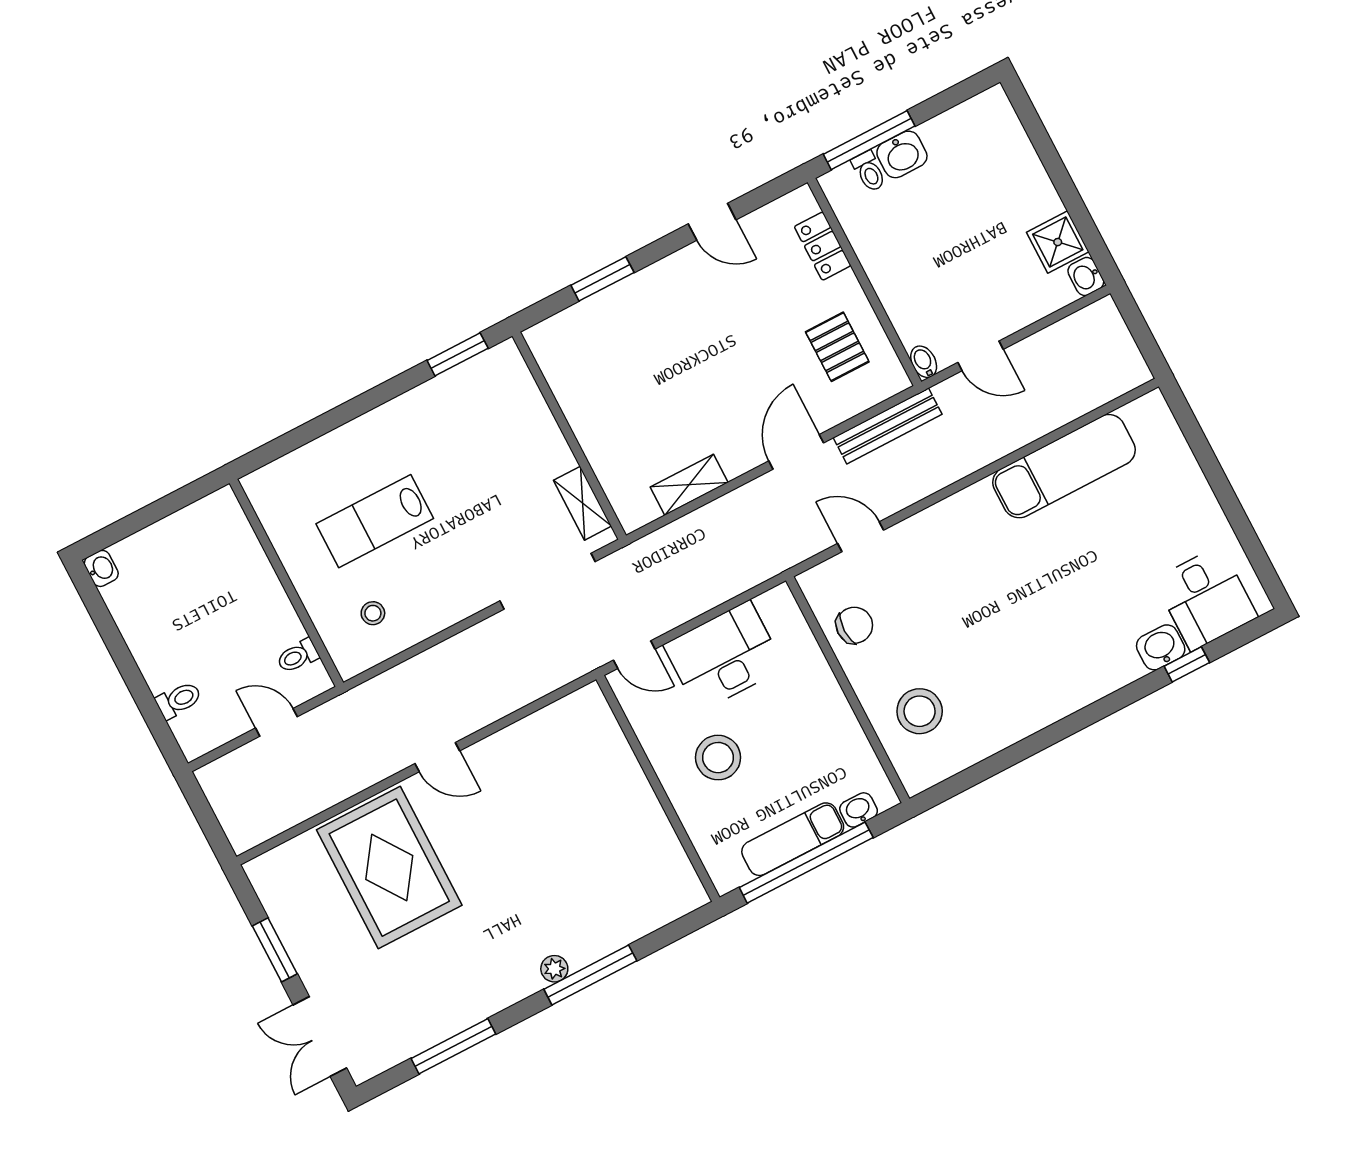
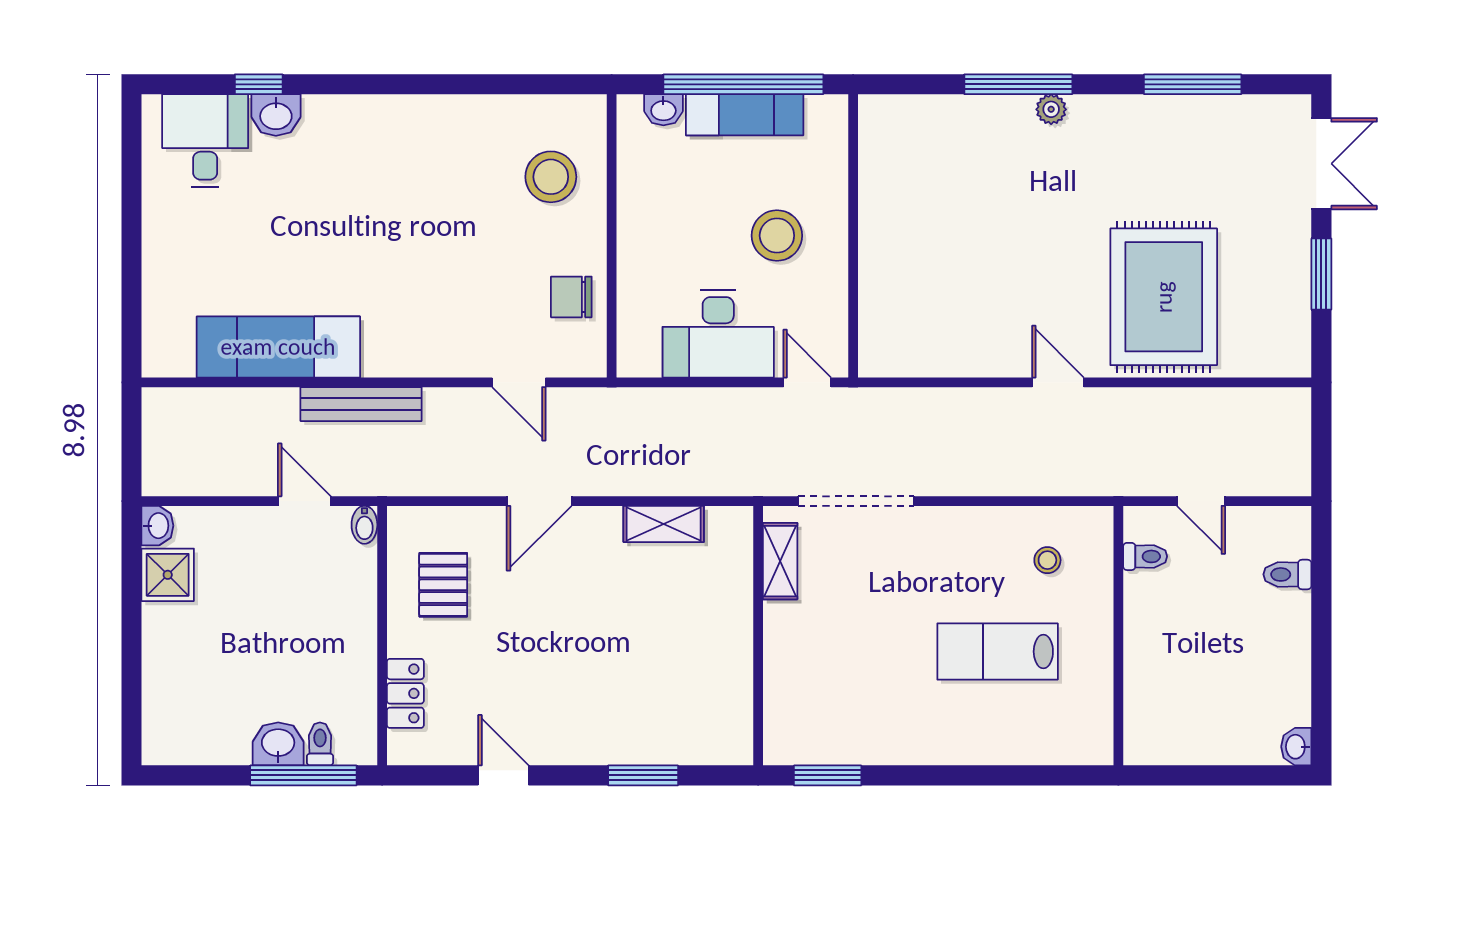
bench: (888, 426) -> (361, 404), moved
lab bench: (375, 521) -> (998, 652), turned 180

